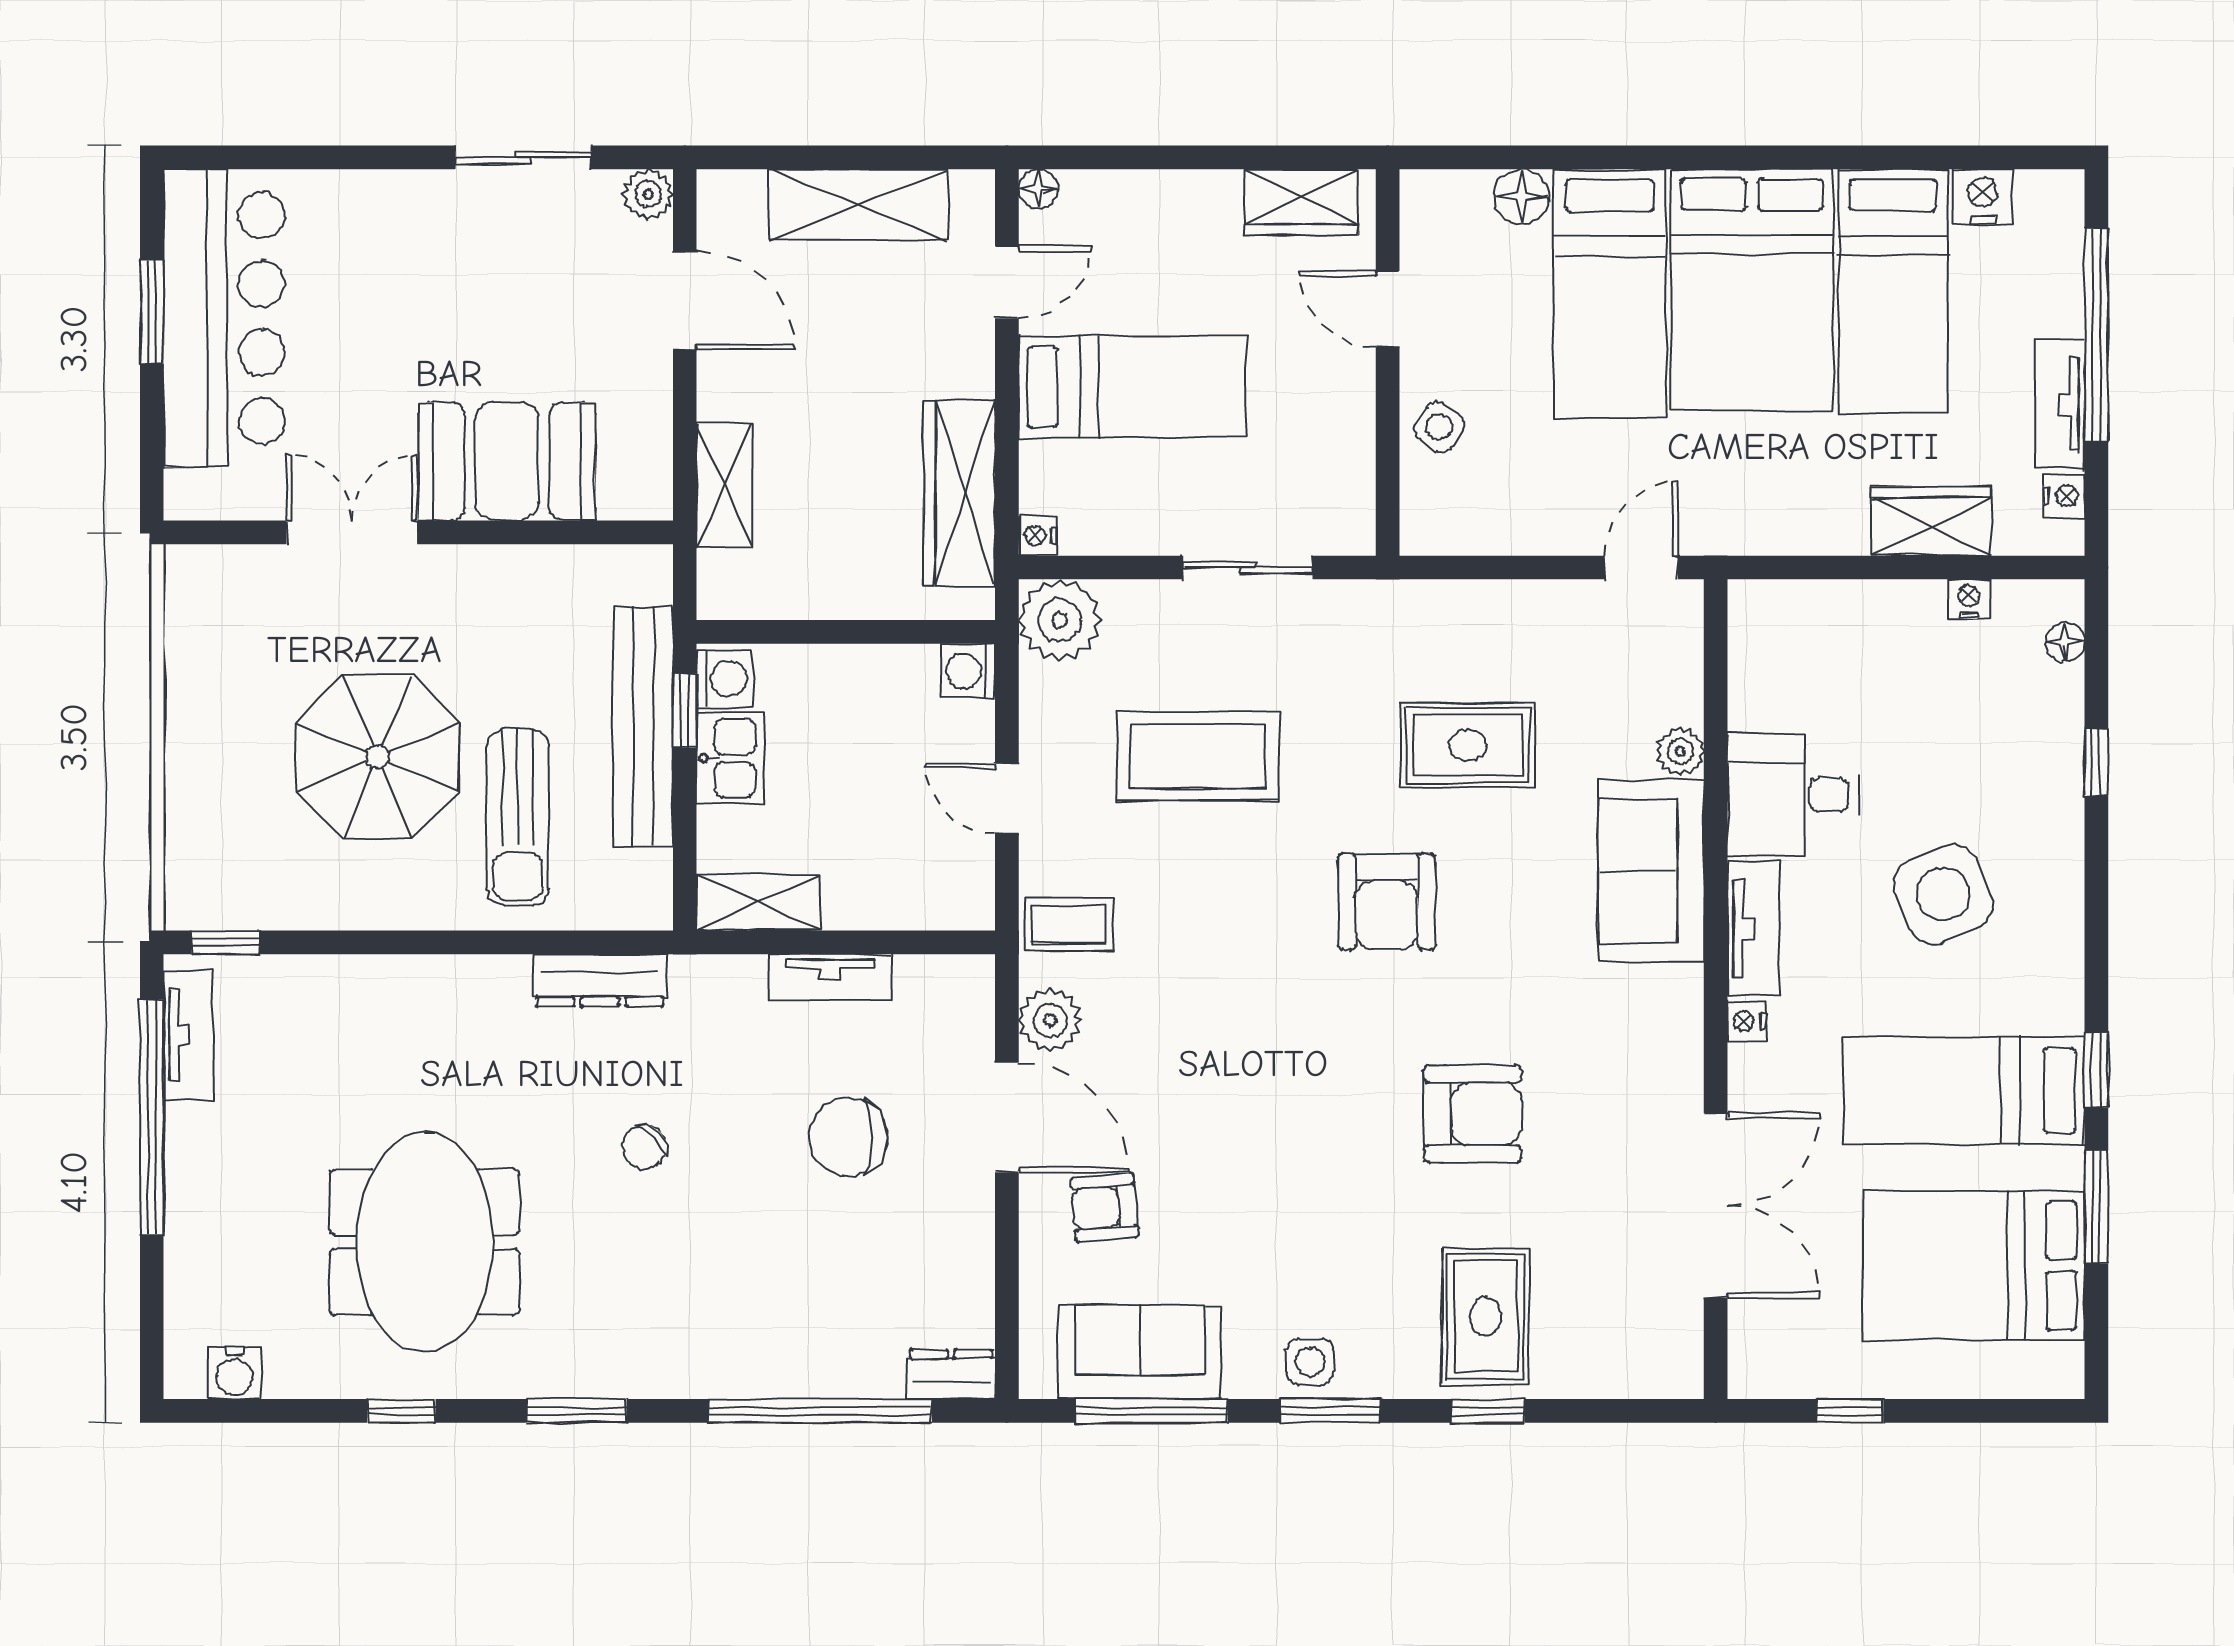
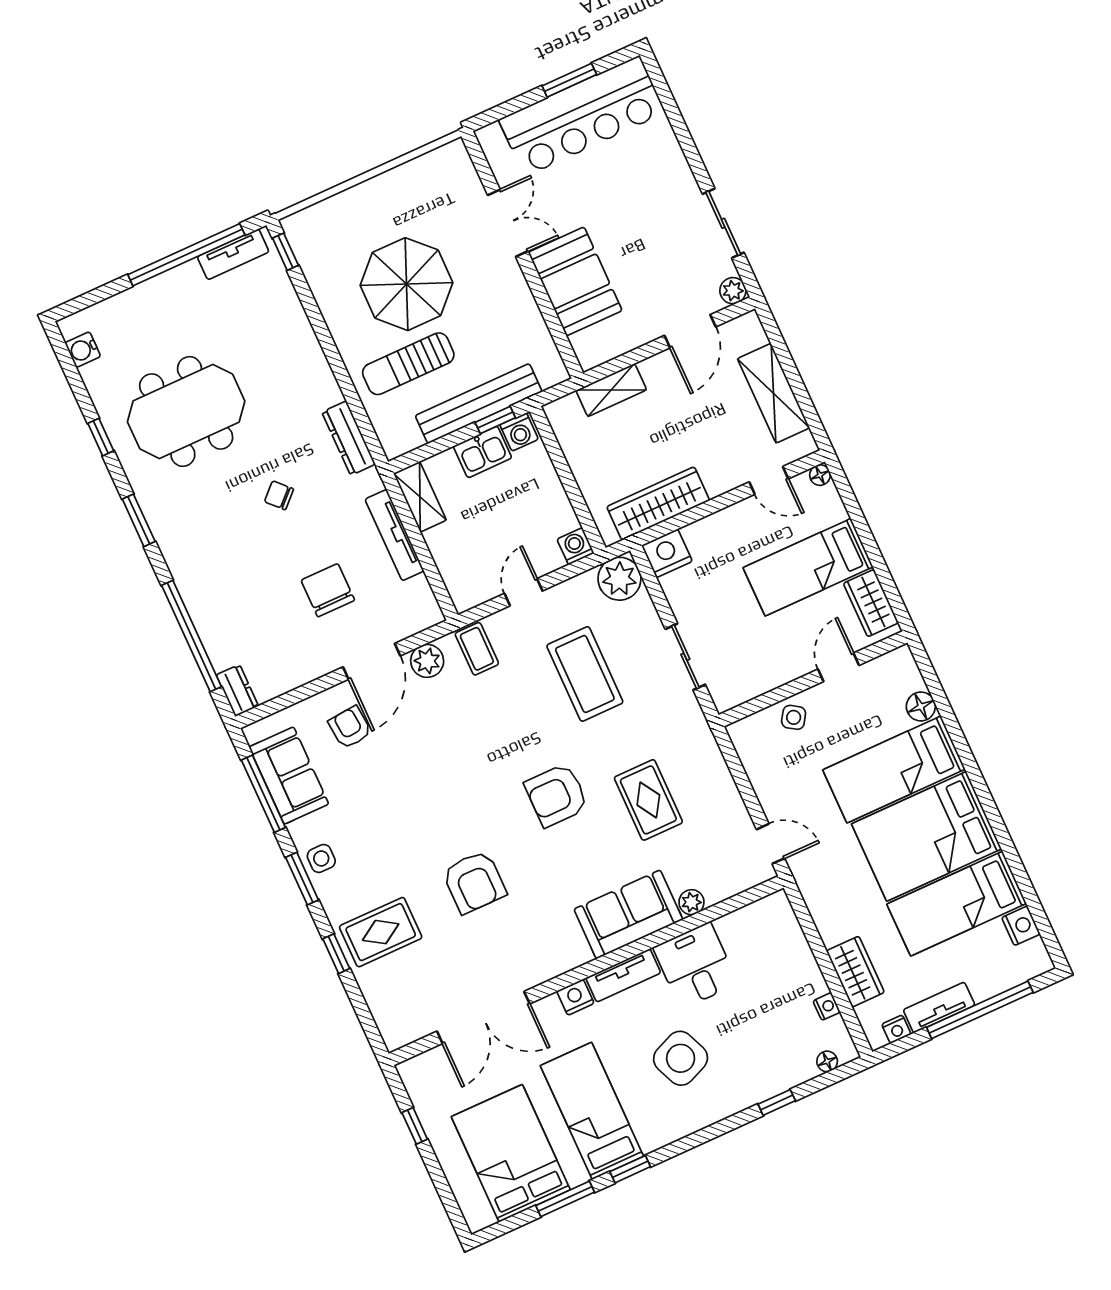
bed: (1132, 387) -> (808, 567), moved, turned 90
nightstand: (1038, 535) -> (667, 553), width x1.89, depth x1.79
tv unit: (830, 977) -> (394, 535), width x1.41
nightstand: (1746, 1021) -> (575, 997), width x1.39, depth x1.35

